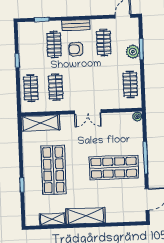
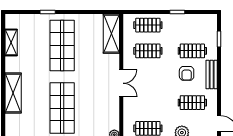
armchair: (76, 49) -> (187, 73), turned 180
double door: (88, 112) -> (121, 83), swing flipped
shop shelf: (54, 170) -> (62, 45), turned 90
shelving: (86, 216) -> (13, 93), moved

